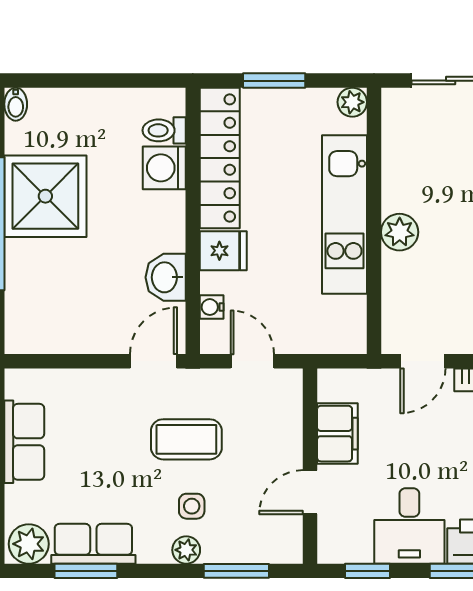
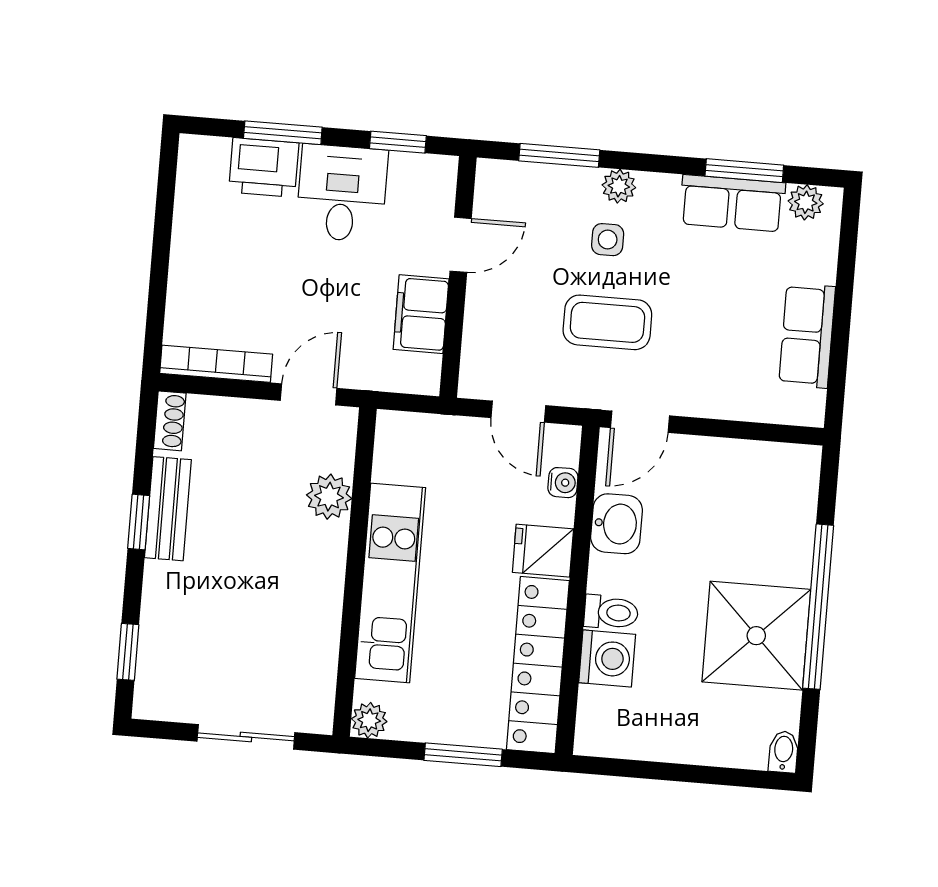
toilet: (164, 130) -> (611, 612), moved
plant: (400, 232) -> (329, 497), moved
plant: (29, 544) -> (806, 202), width x0.73, depth x0.73

